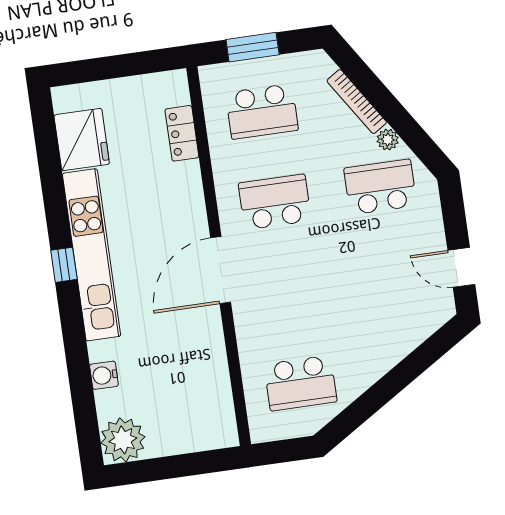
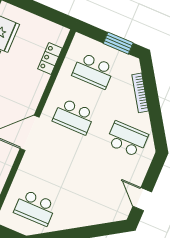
window: (253, 47) -> (118, 43), moved
plant: (388, 140) -> (144, 119), removed
school desk: (275, 202) -> (74, 116), turned 180

